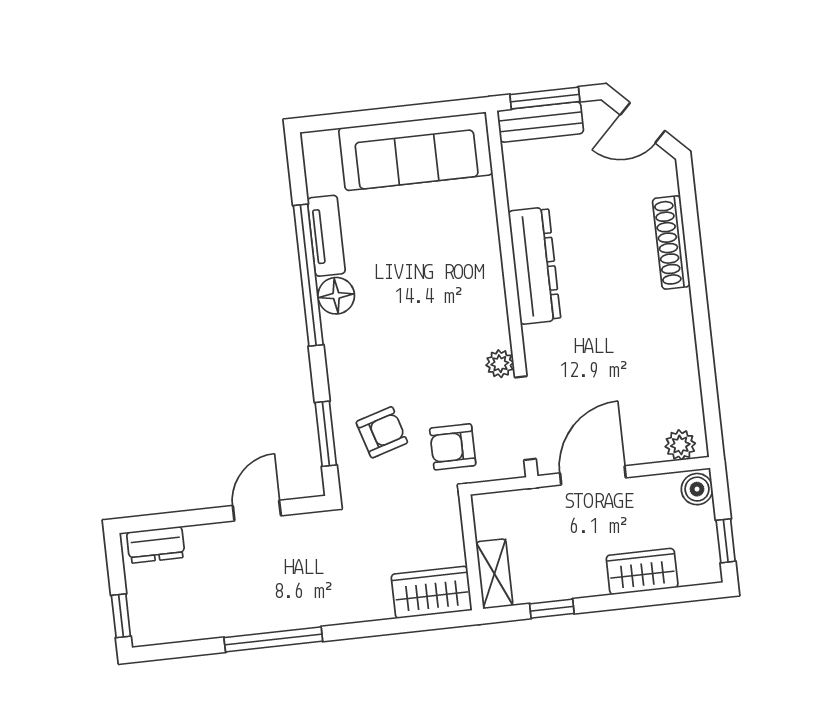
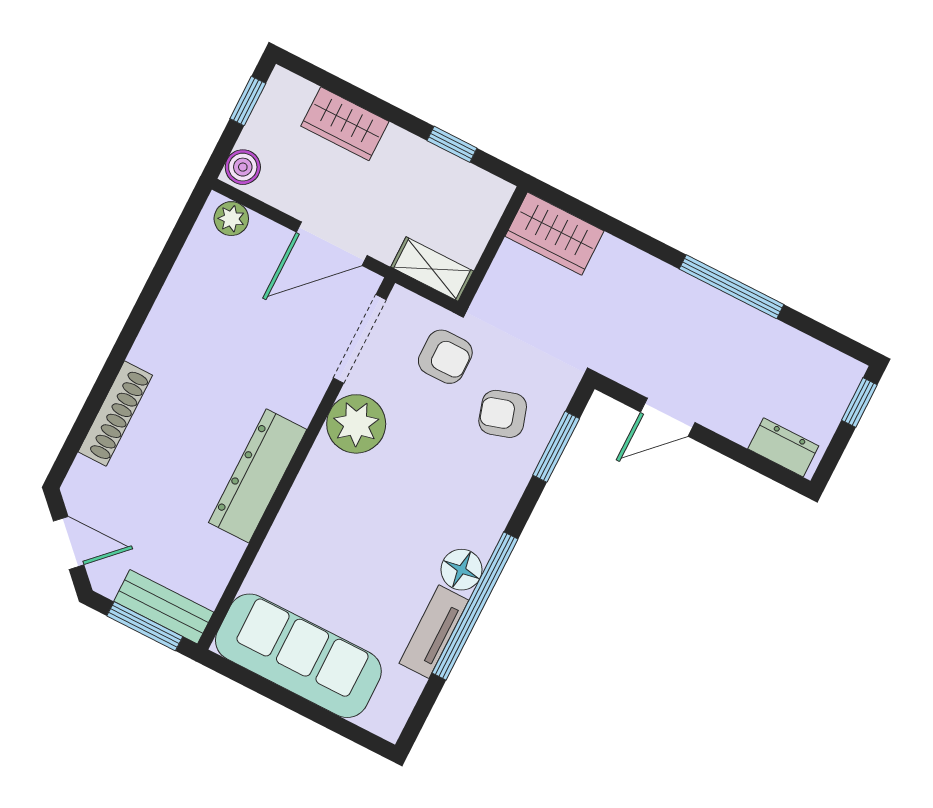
plant: (500, 364) -> (356, 424), width x1.87, depth x1.87
shelving: (494, 574) -> (432, 269), moved, turned 90

